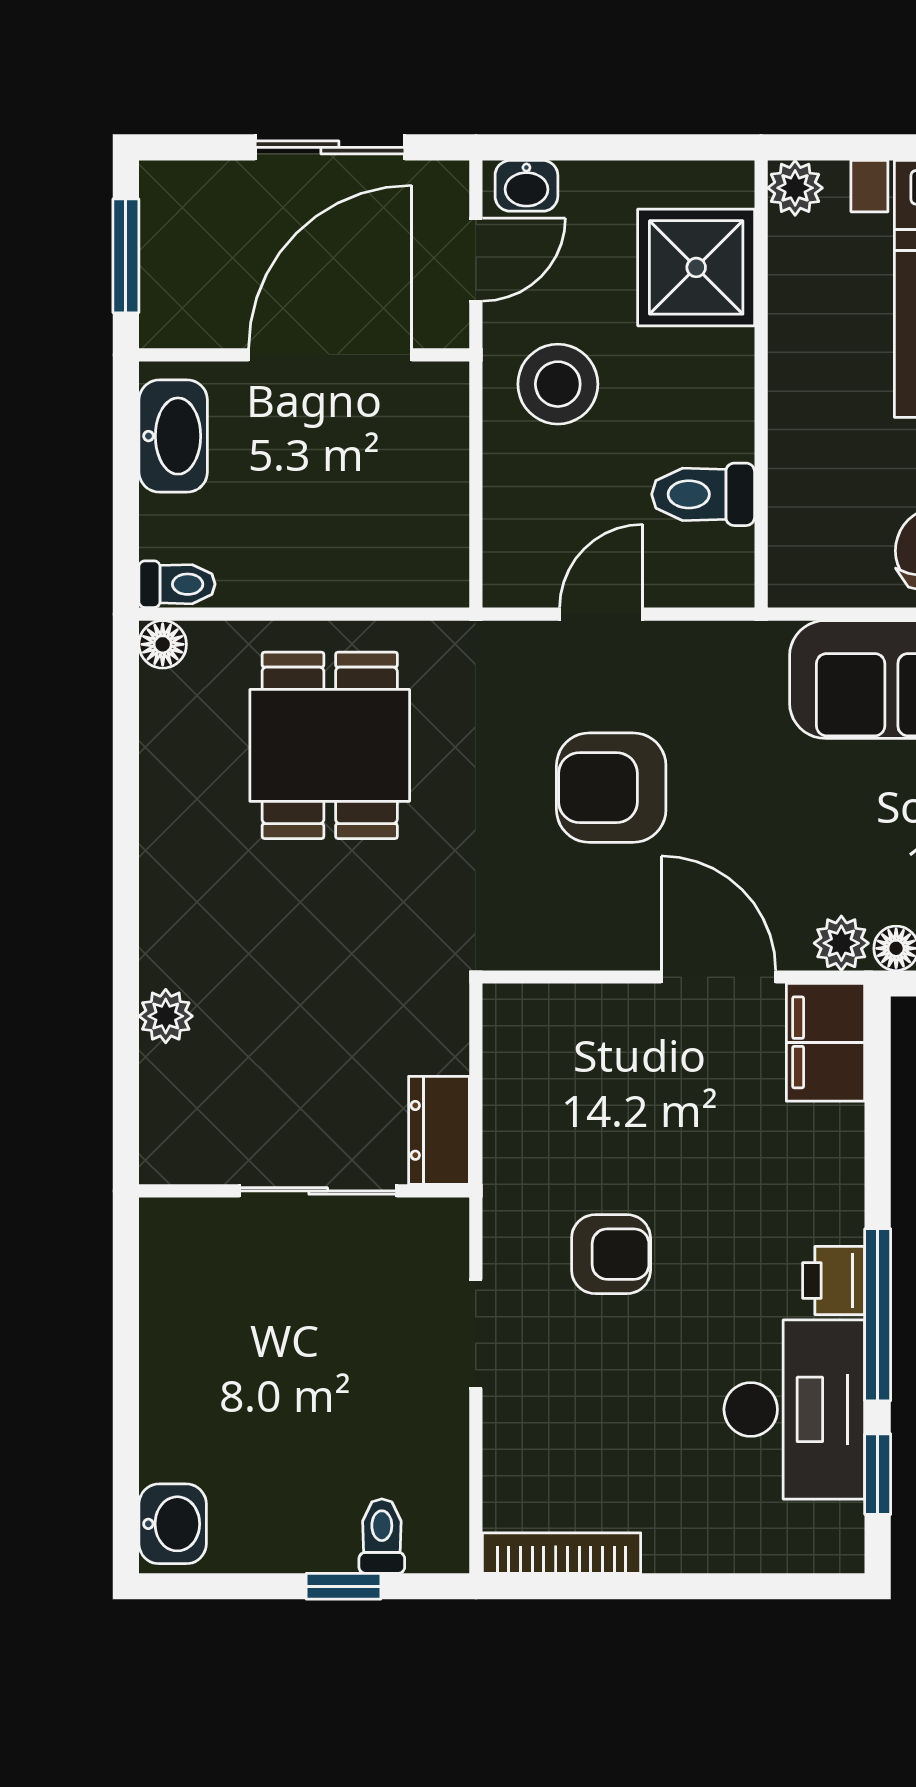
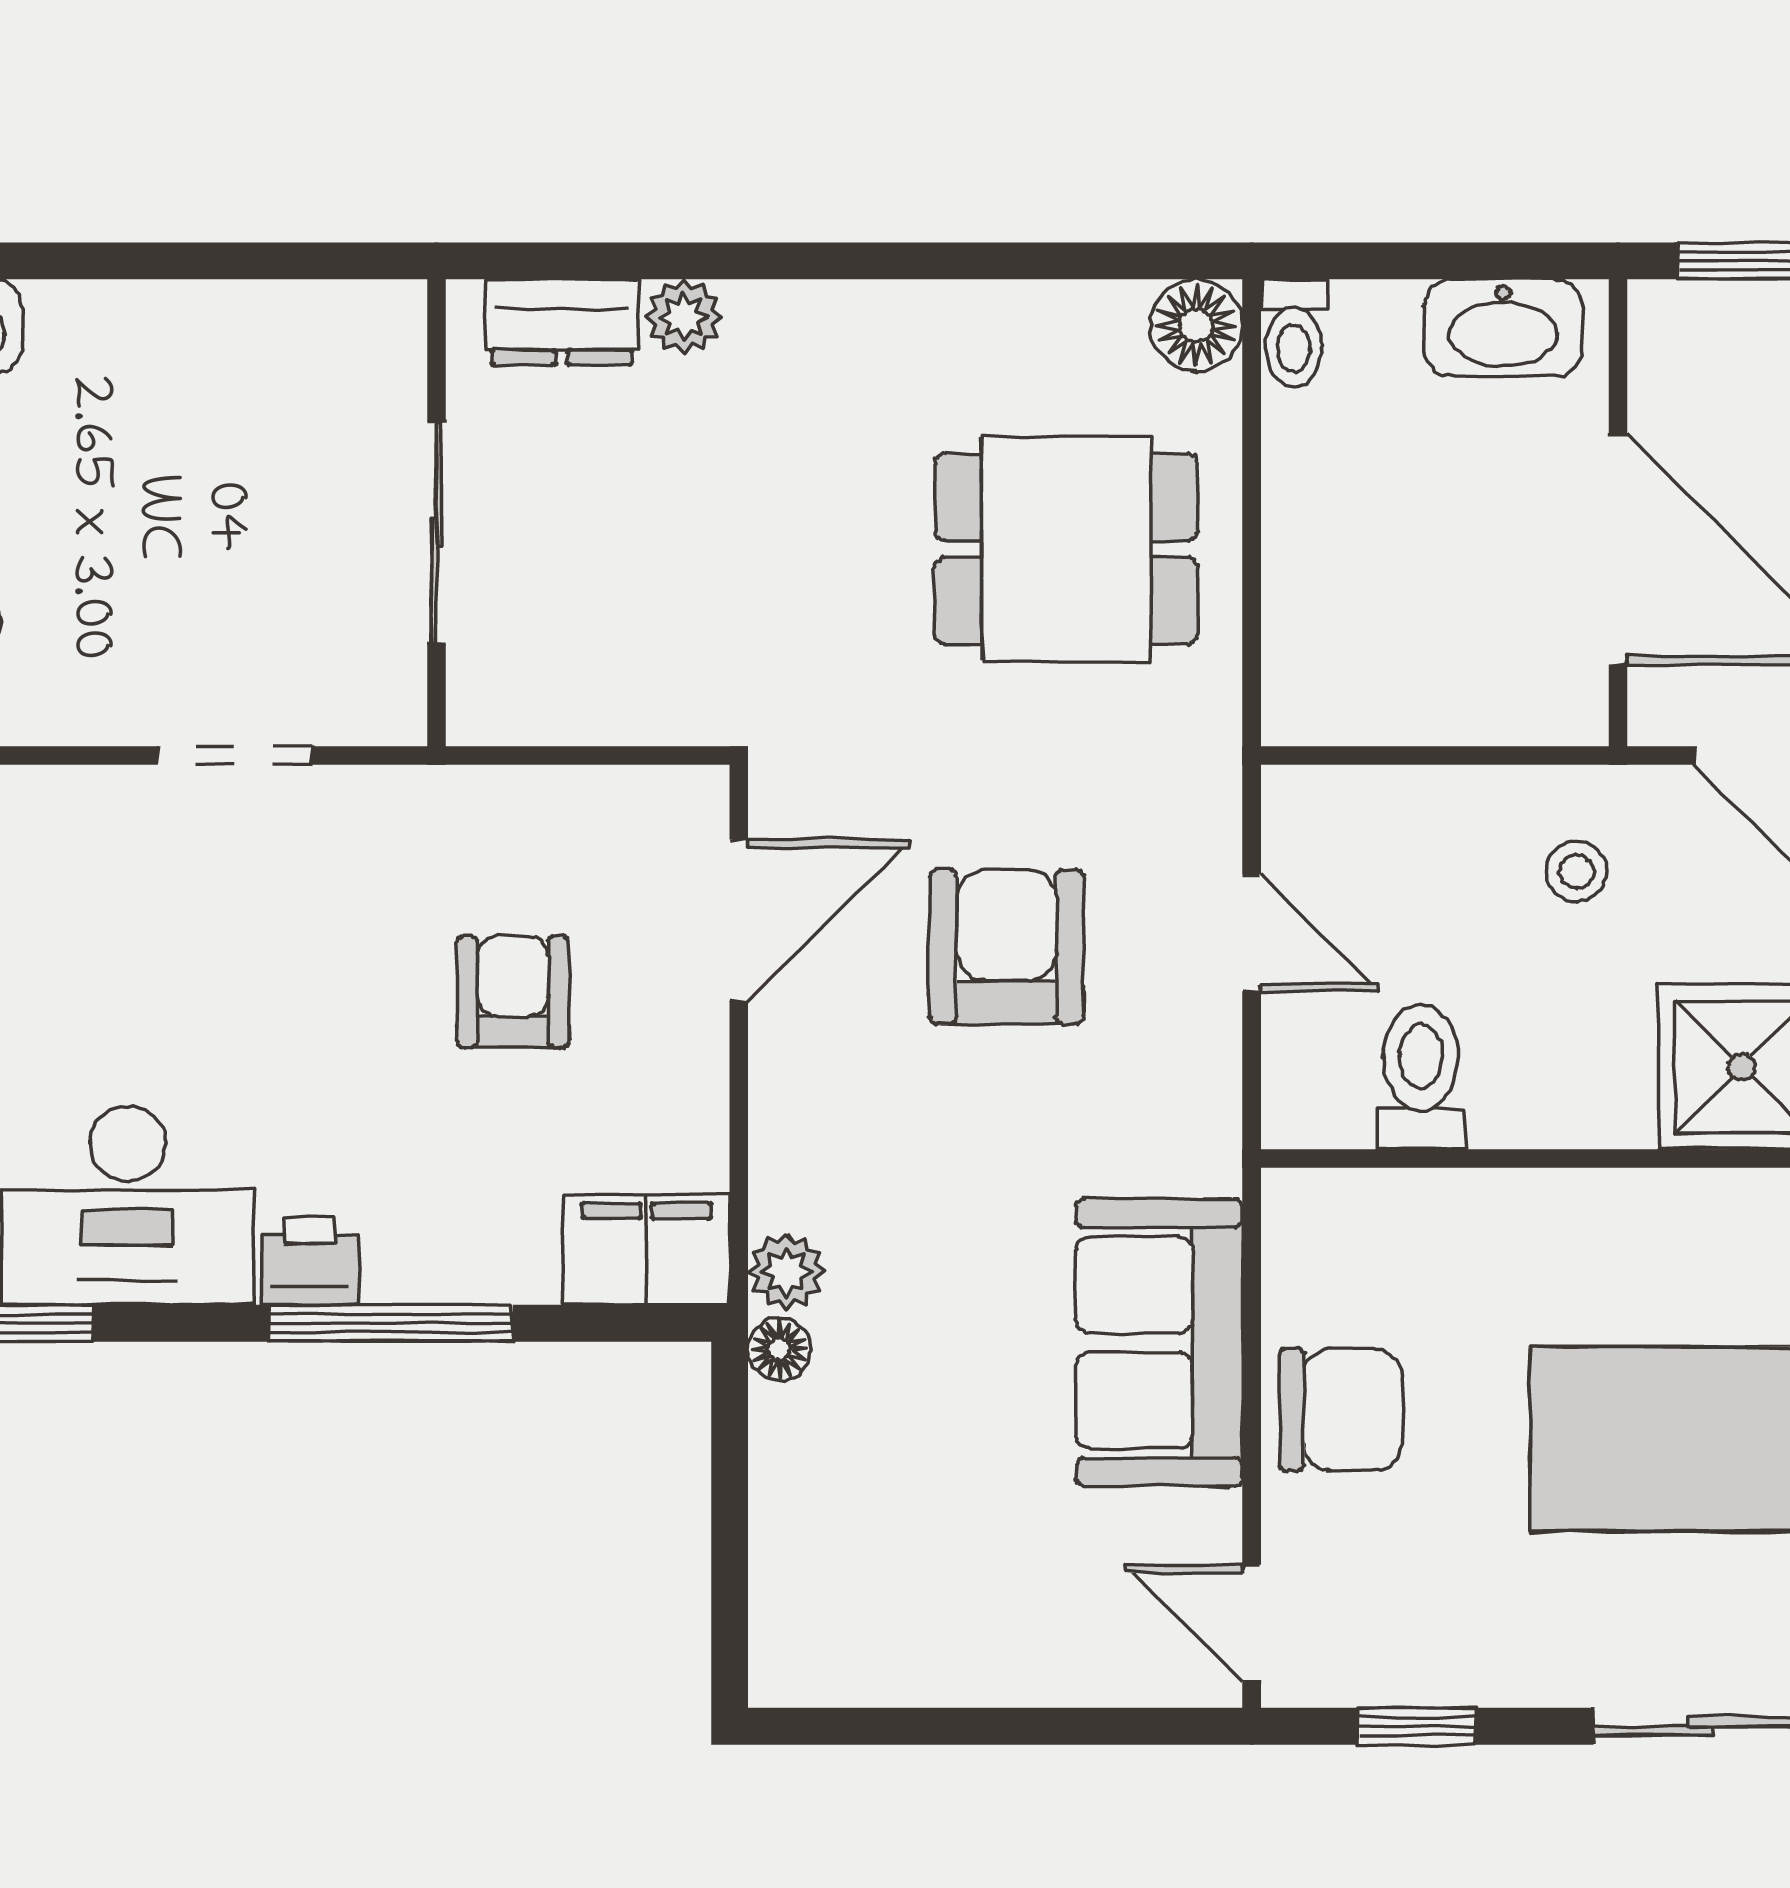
stool: (558, 384) -> (1577, 871), width x0.53, depth x0.53
floor lamp: (163, 644) -> (1196, 325), width x1.37, depth x1.37
door: (718, 977) -> (739, 920), moved
dresser: (439, 1130) -> (562, 322), moved, turned 180
armchair: (611, 1254) -> (513, 992), moved, turned 180
window: (878, 1315) -> (391, 1323), moved

